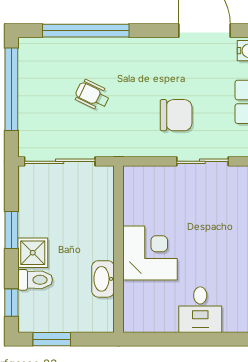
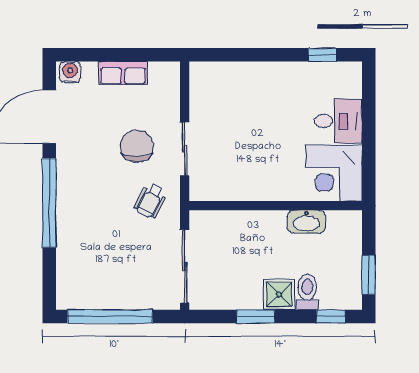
window: (86, 31) -> (49, 203), moved
wheelchair: (92, 95) -> (151, 200), moved
sliding door: (202, 161) -> (185, 149), moved
corner desk: (150, 253) -> (334, 173), moved, turned -90

